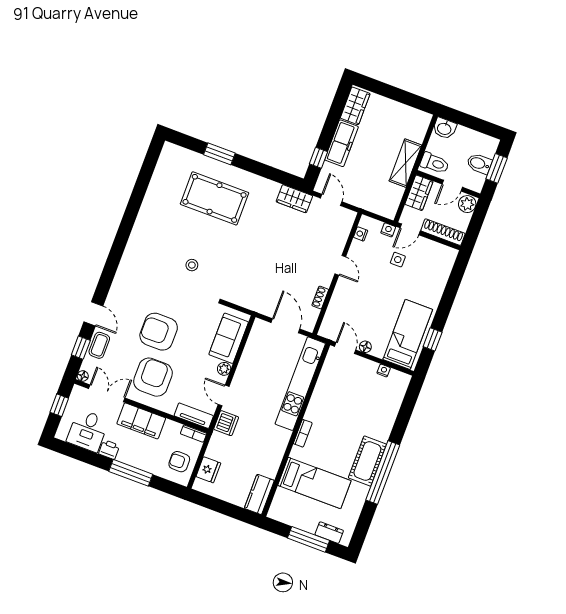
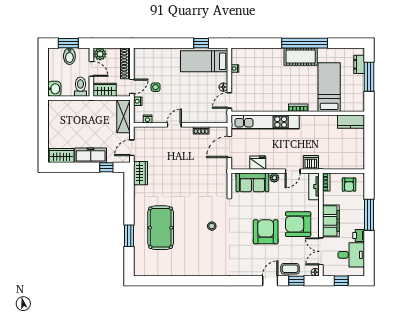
shelving: (405, 163) -> (124, 116), moved, turned 90
door: (410, 229) -> (132, 86), hinge flipped
armchair: (159, 332) -> (266, 232), turned 180
fridge: (208, 470) -> (258, 163), moved

